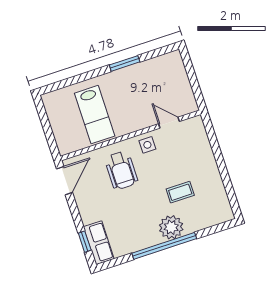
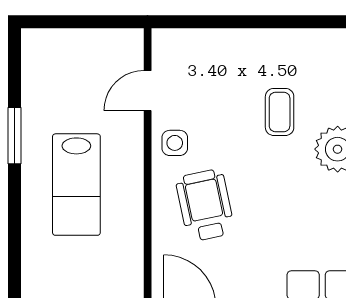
lab bench: (95, 115) -> (76, 185), moved, turned 90
wheelchair: (121, 170) -> (205, 205), turned -102

